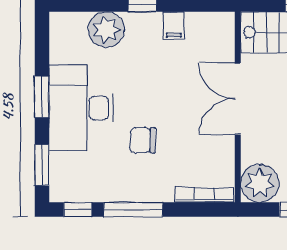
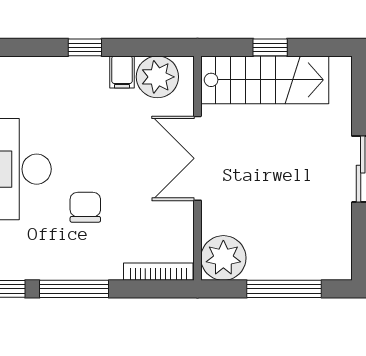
plant: (106, 30) -> (157, 77), moved
chair: (143, 140) -> (85, 207), turned 90

